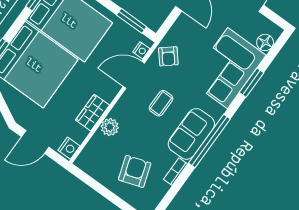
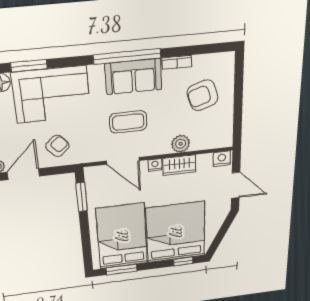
nightstand: (141, 50) -> (155, 165), moved
armchair: (168, 56) -> (57, 146), moved
window: (252, 83) -> (29, 66), moved
coffee table: (161, 103) -> (128, 122), width x1.36, depth x1.30

